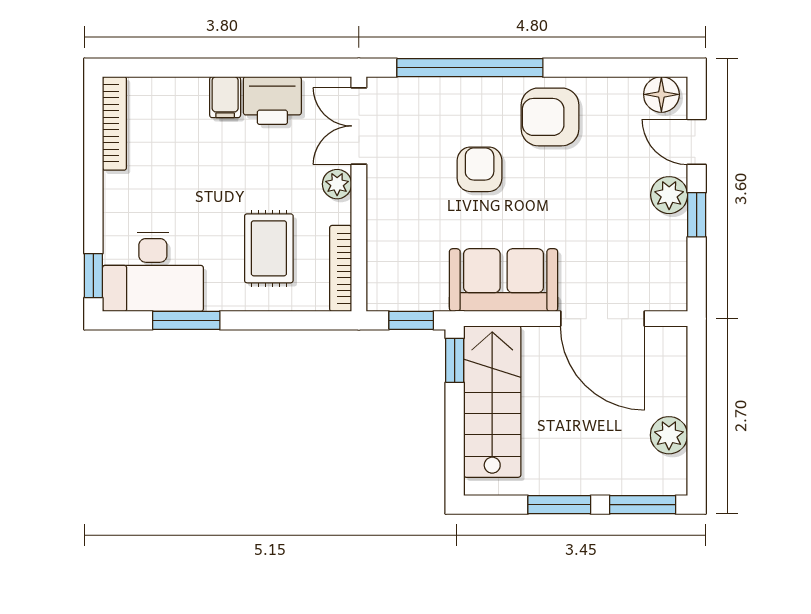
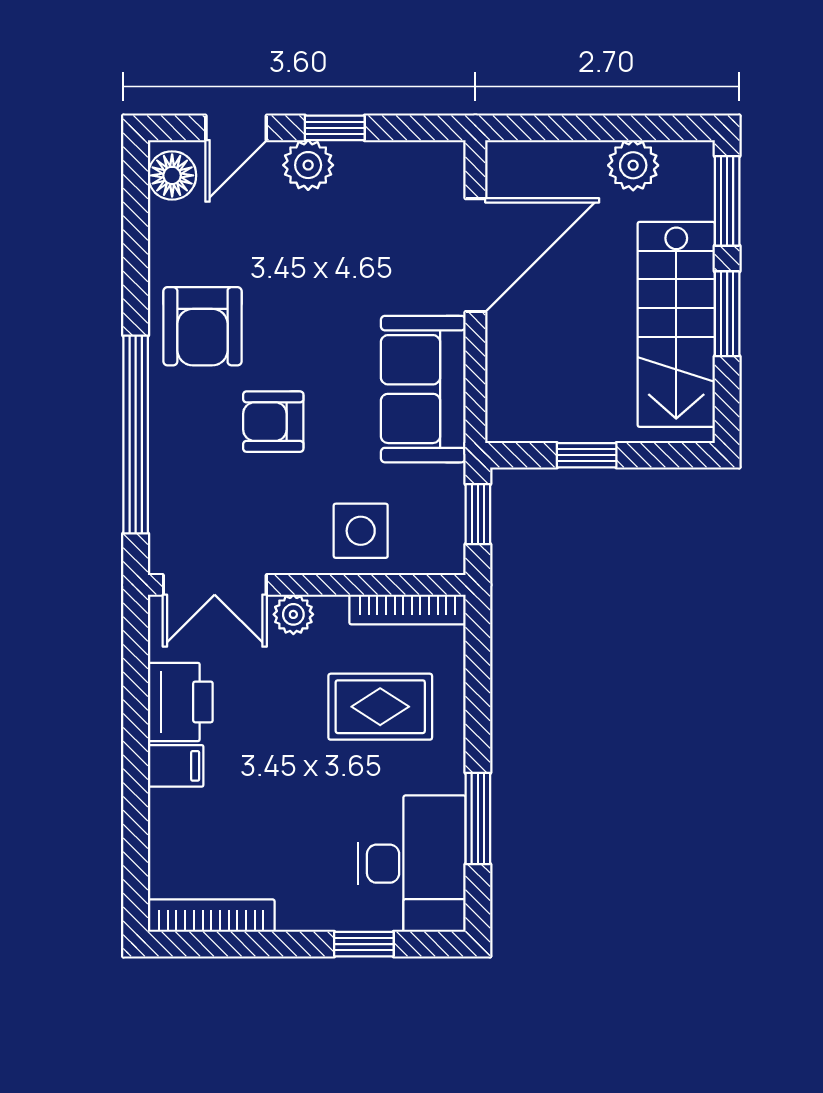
side table: (399, 234) -> (361, 531), added
window: (93, 276) -> (364, 944), moved
window: (455, 360) -> (587, 455), moved
stairs: (492, 402) -> (676, 324), moved, turned -90

